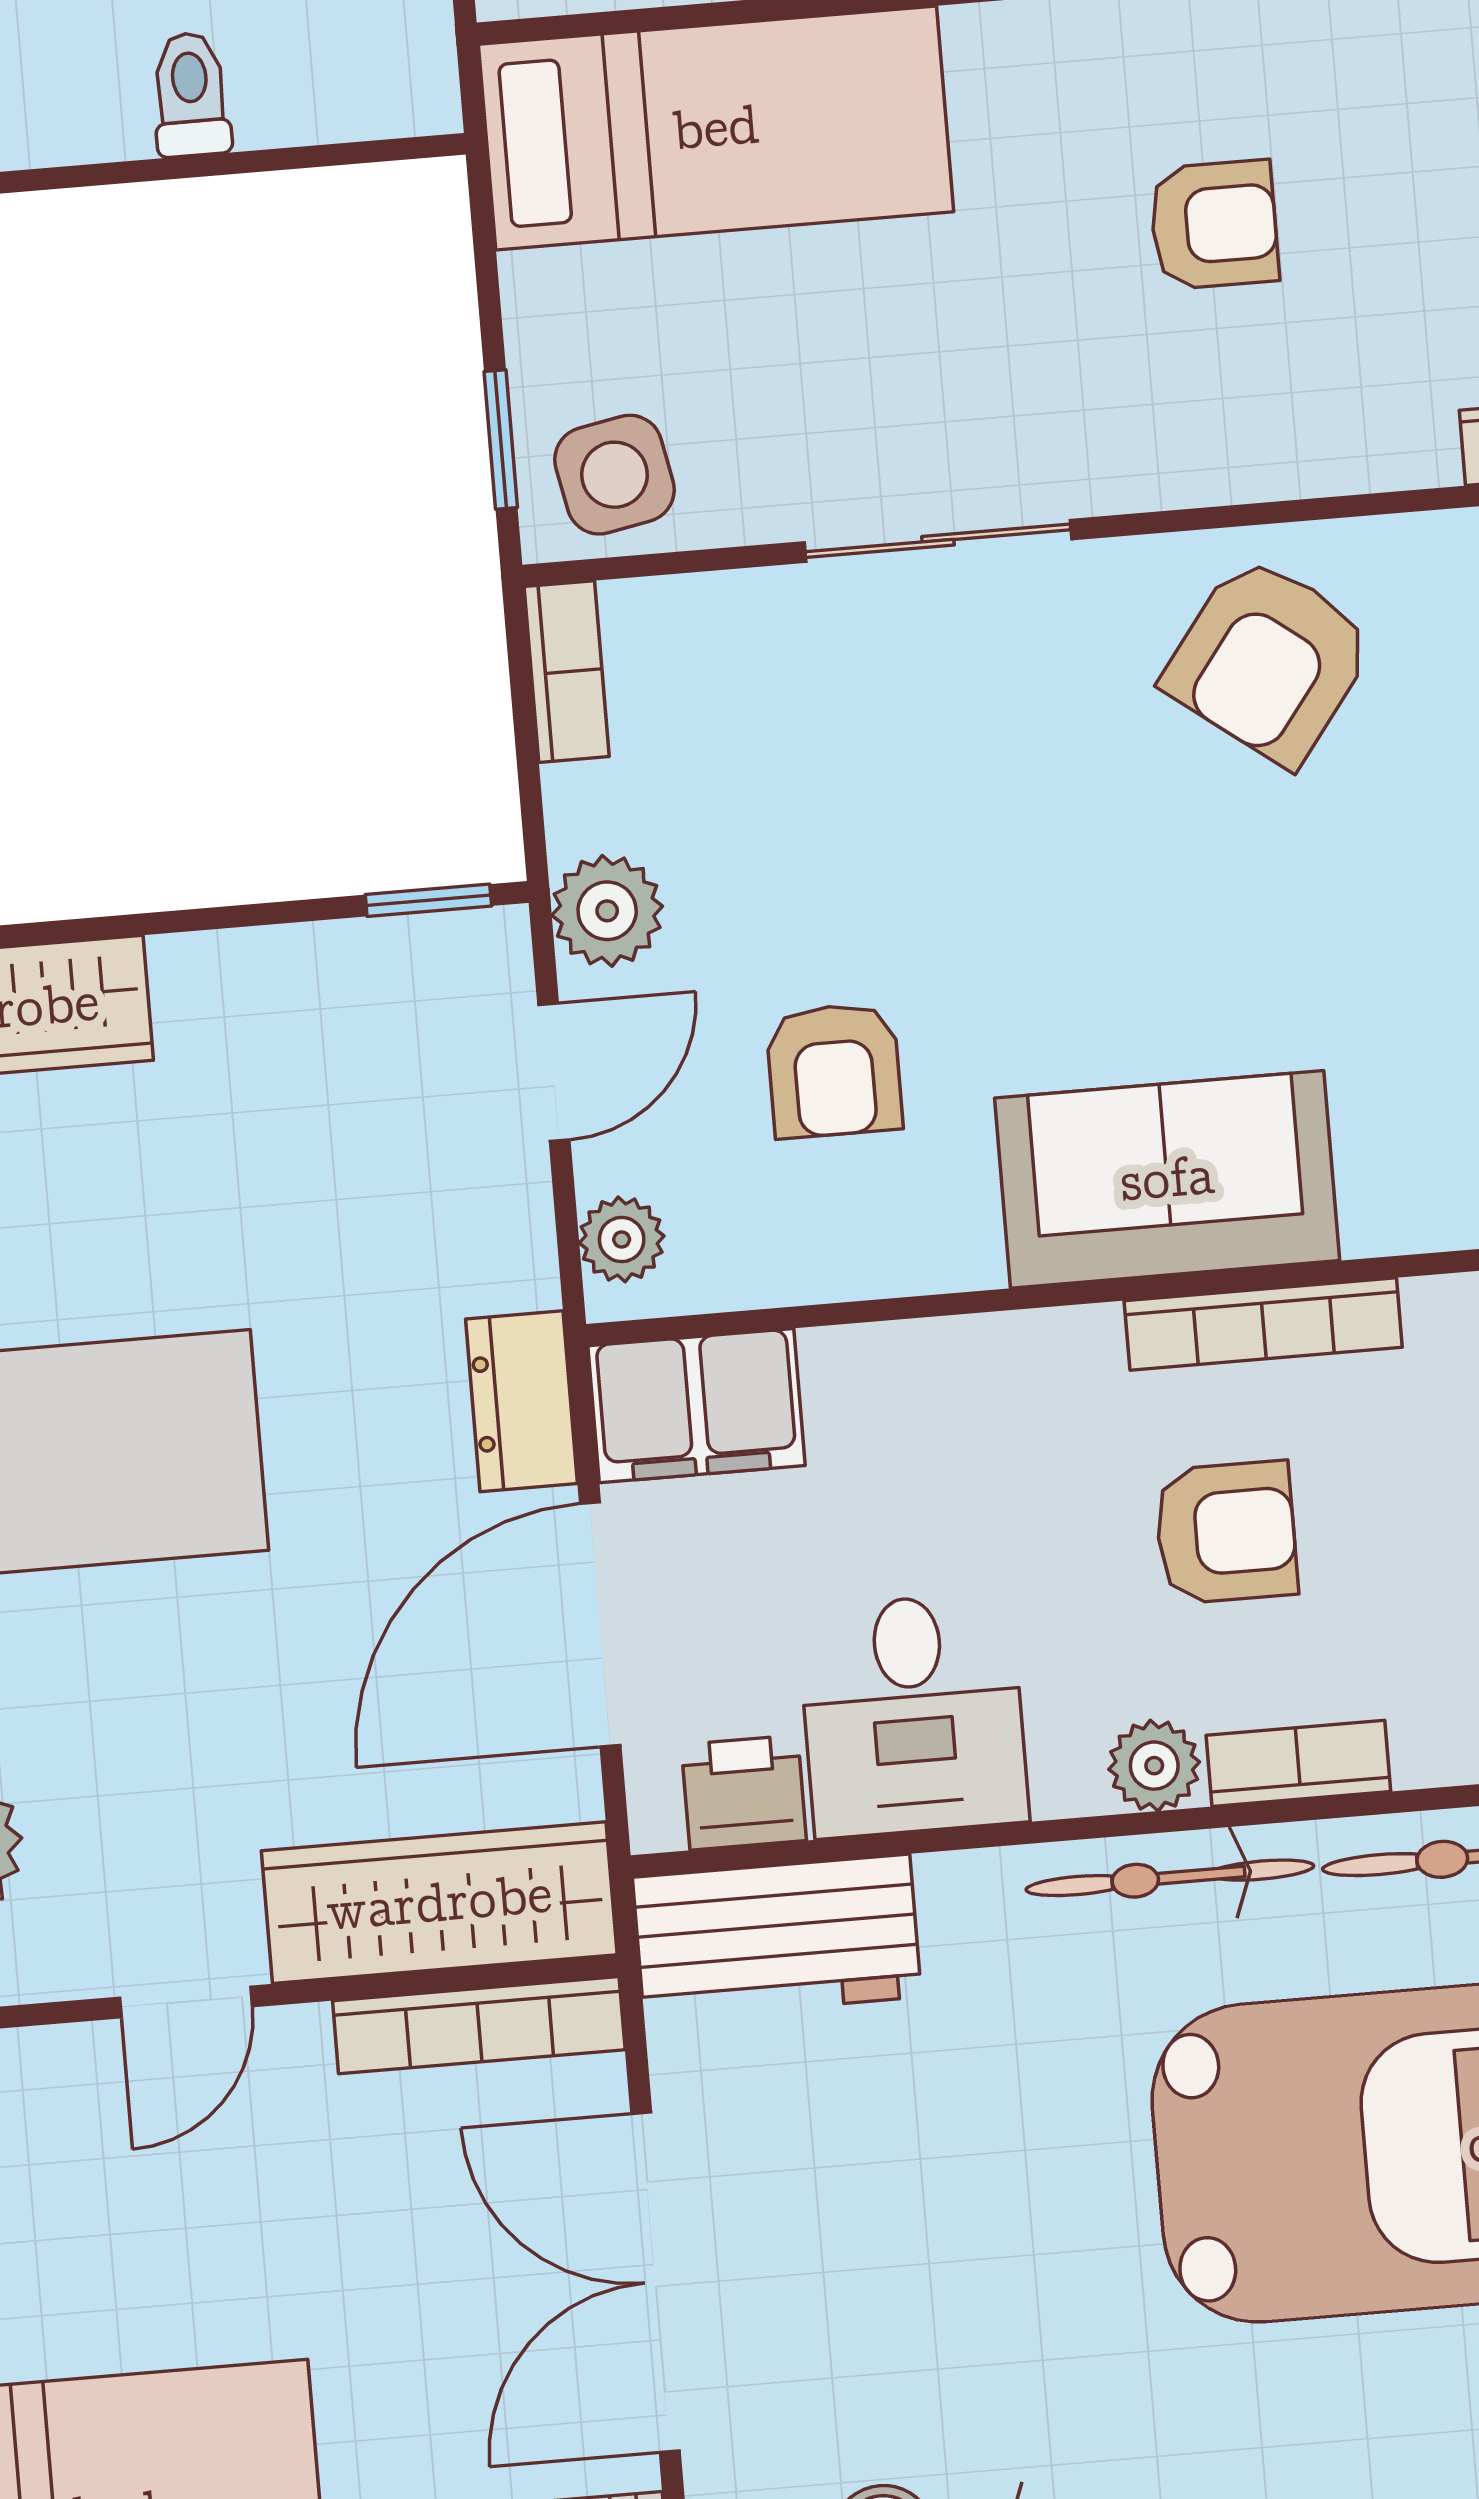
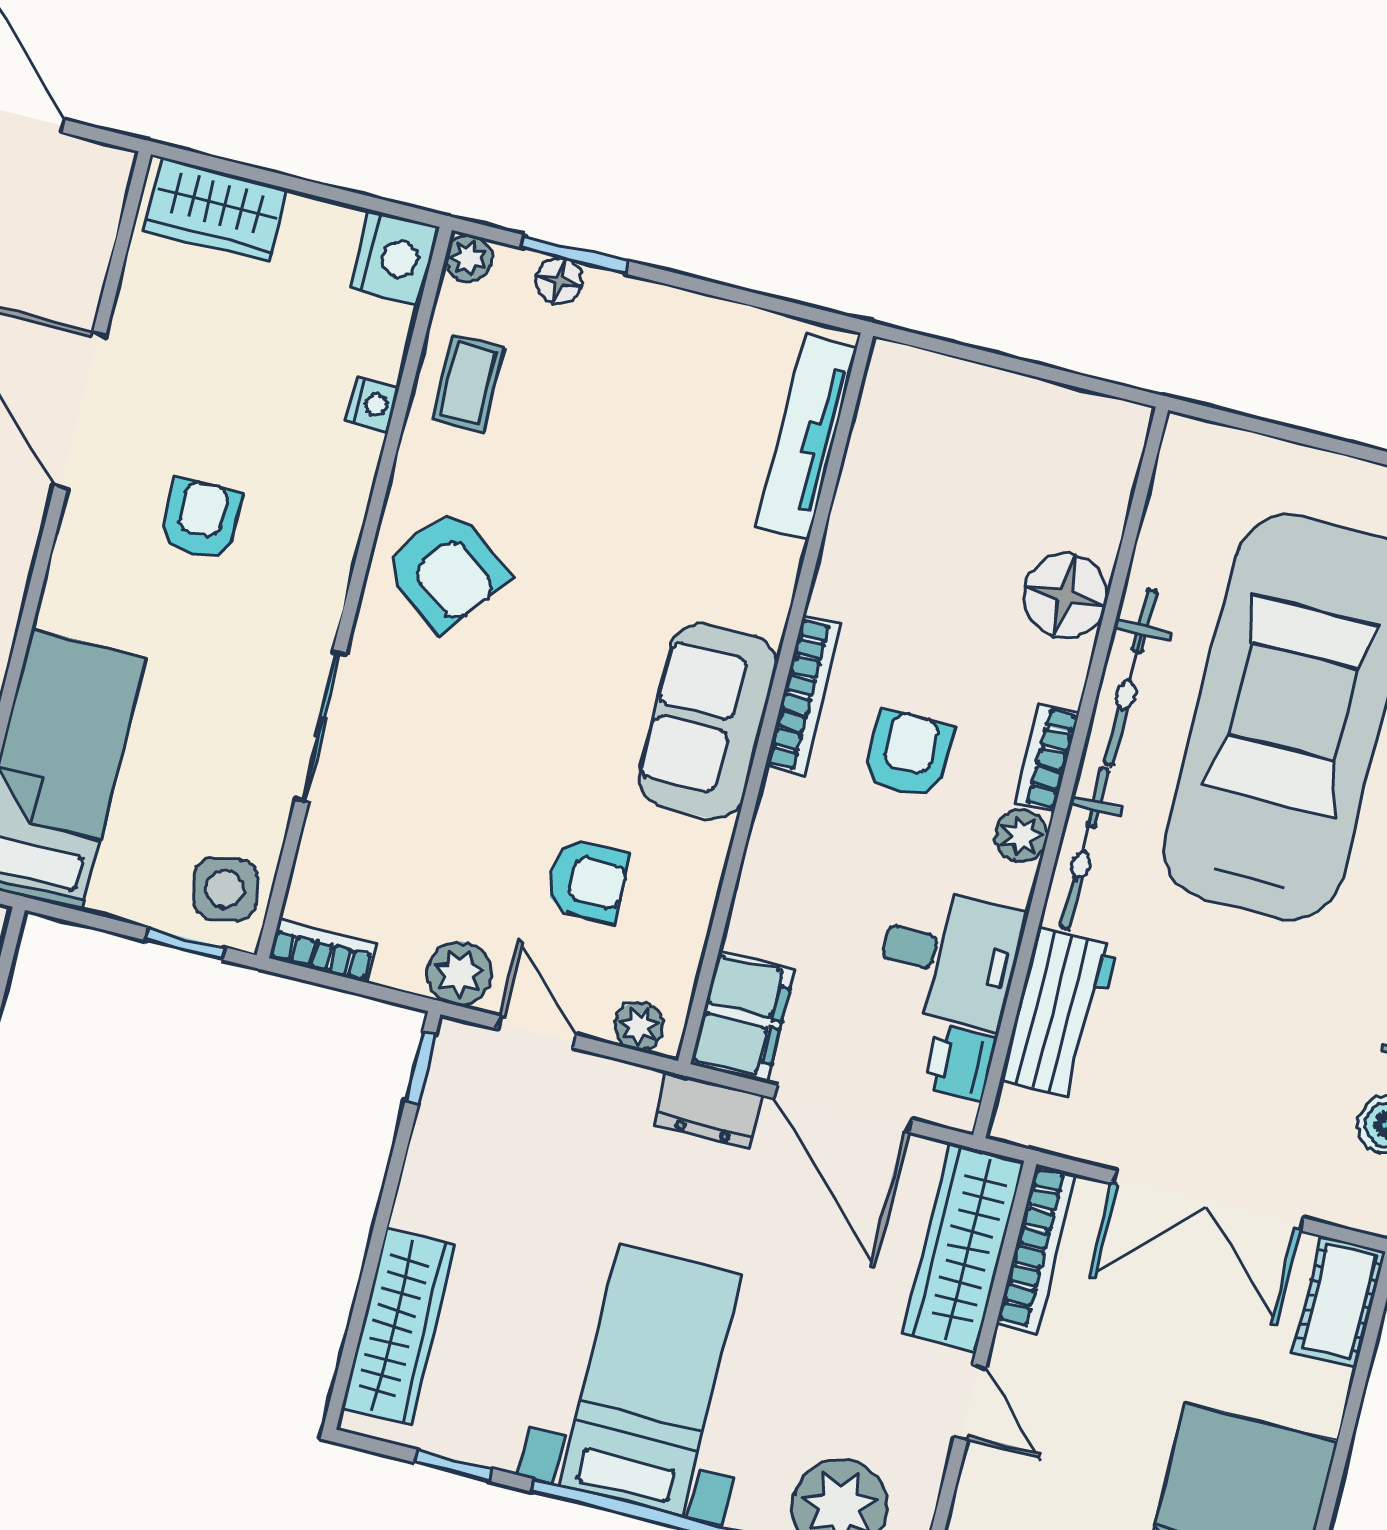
workbench: (777, 1937) -> (1059, 1014), moved

